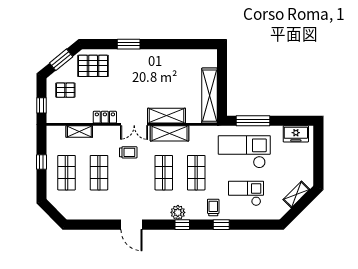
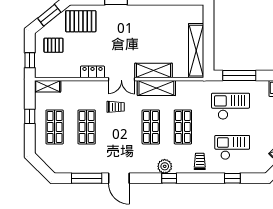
shelving: (79, 132) -> (48, 86), moved
checkout: (244, 152) -> (231, 106), width x0.73, depth x0.83
window: (99, 225) -> (87, 178), added
window: (221, 225) -> (232, 178), moved

